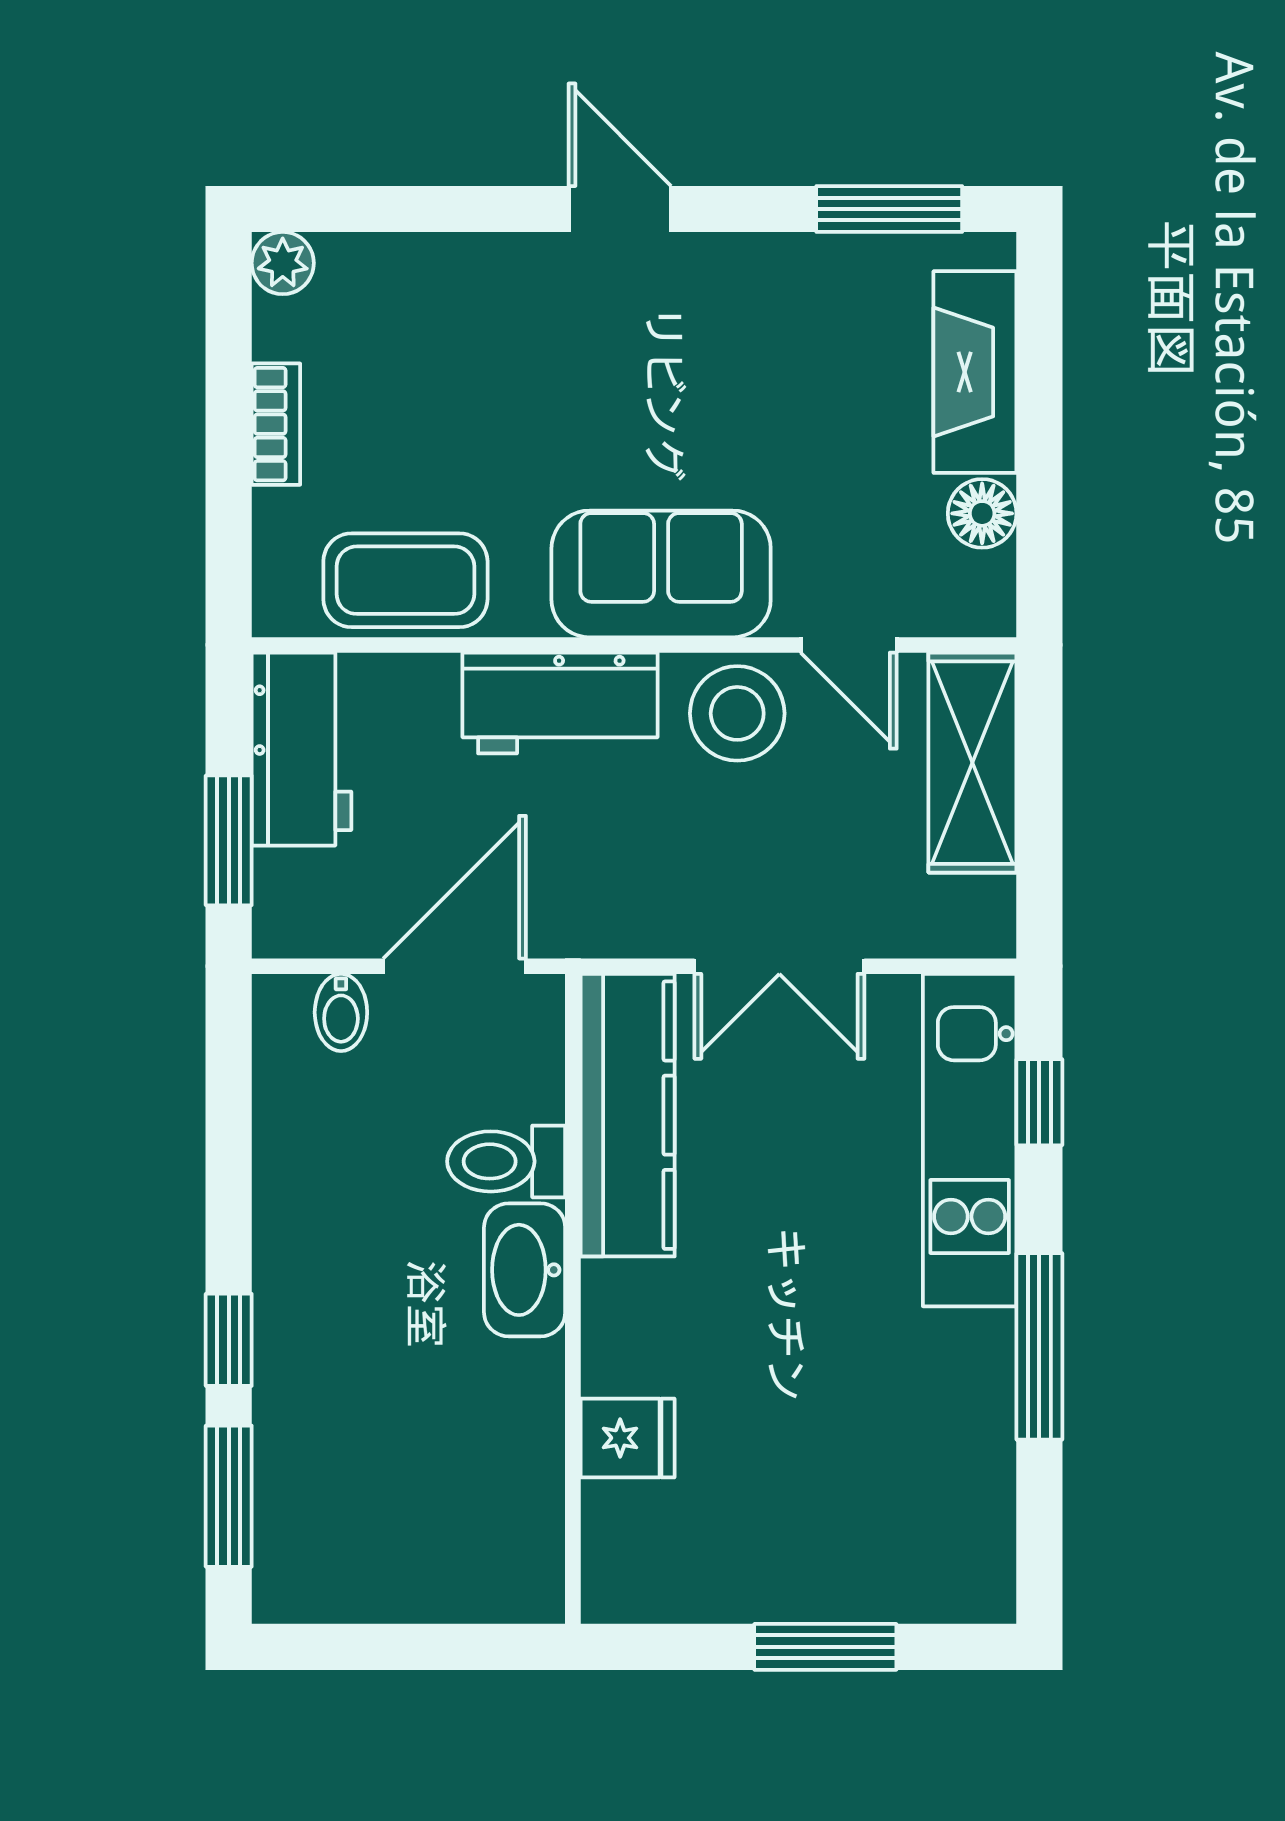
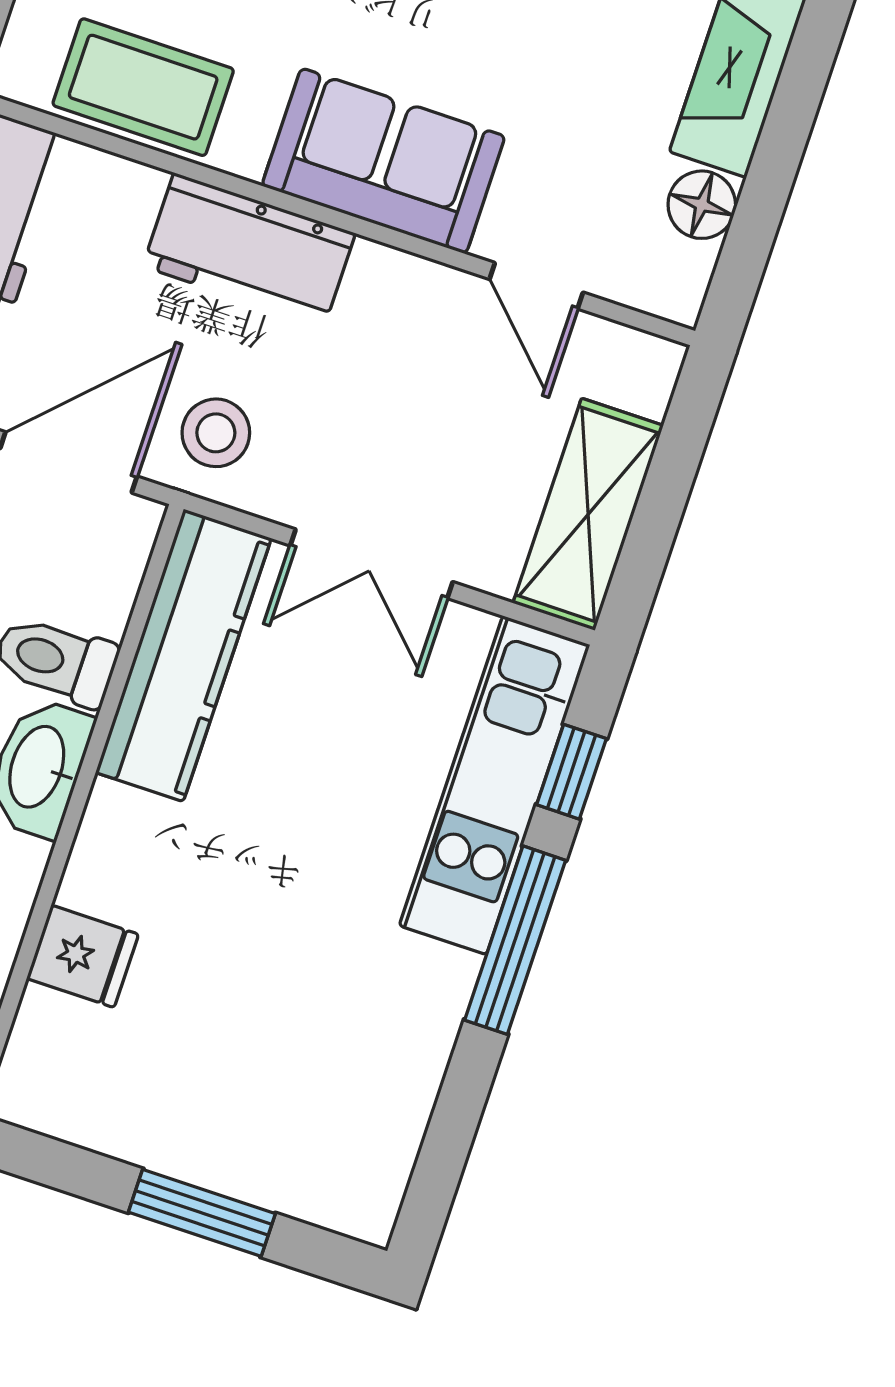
stool: (737, 713) -> (216, 433), moved, width x0.73, depth x0.73
shelving: (972, 763) -> (588, 514), moved
window: (1039, 1346) -> (515, 940), moved

